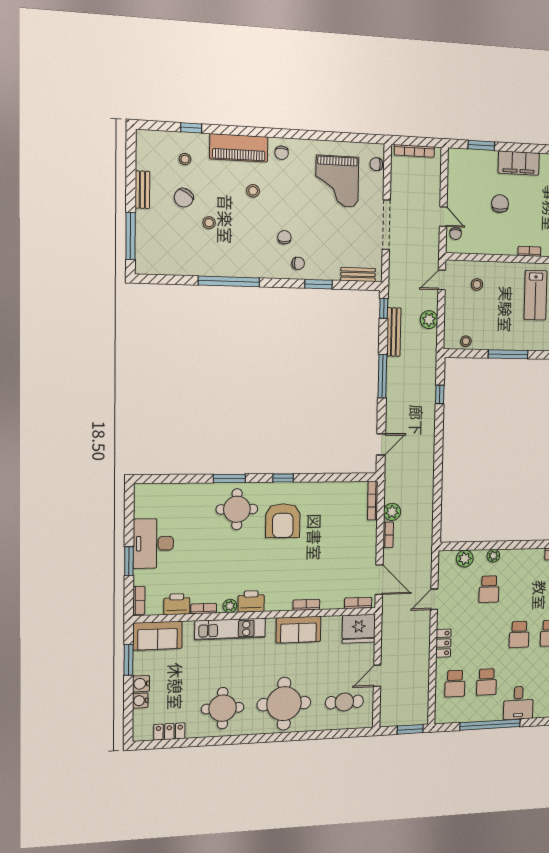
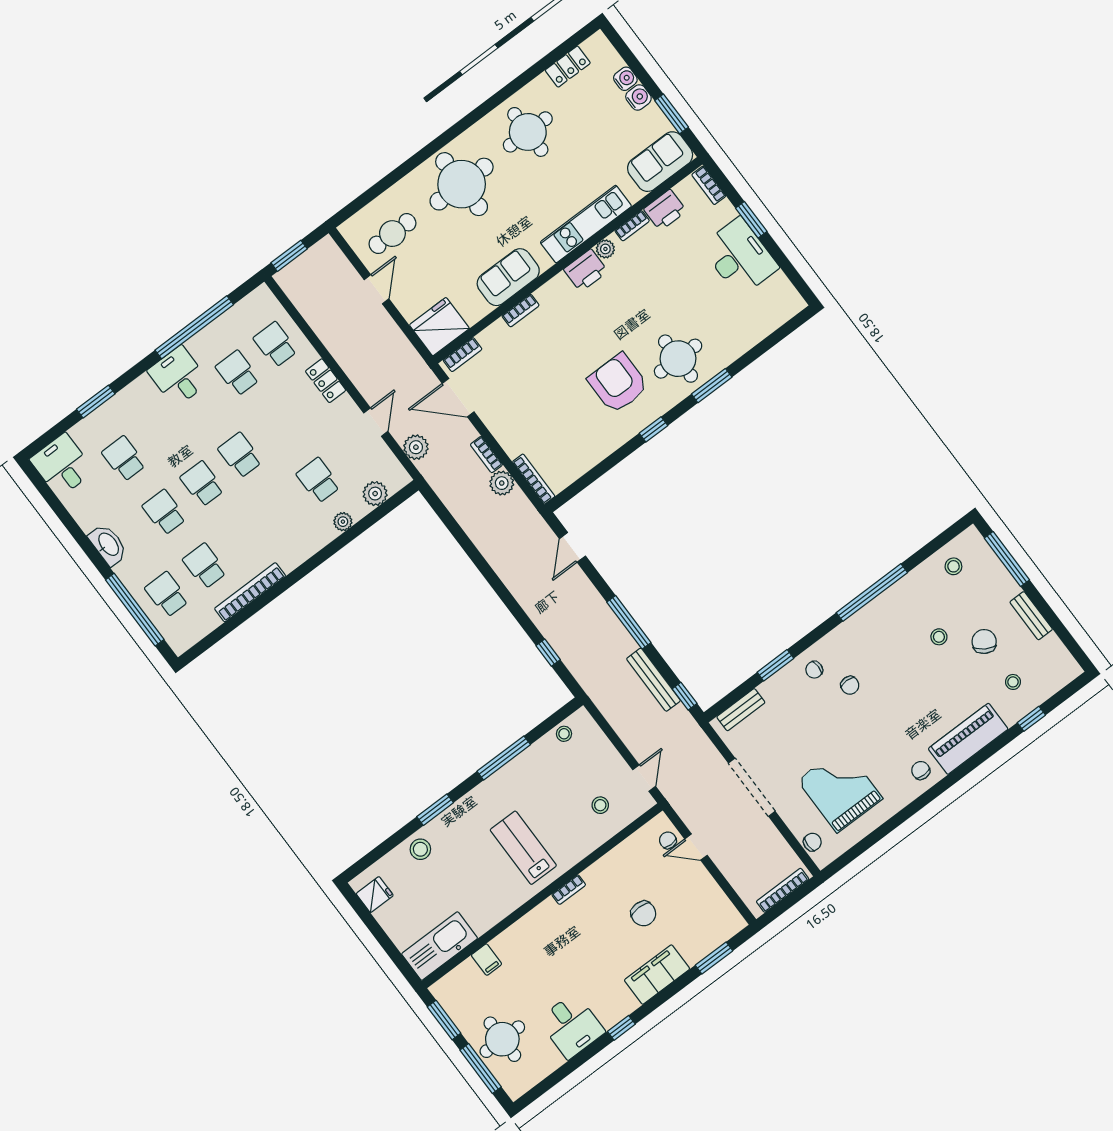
stool: (253, 191) -> (953, 566), moved
plant: (429, 320) -> (416, 447), moved

